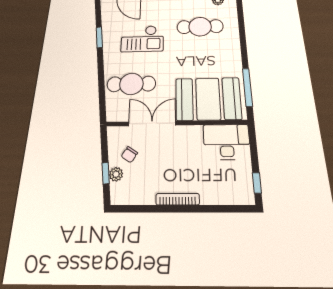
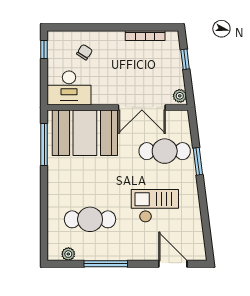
window: (99, 37) -> (198, 161), moved
chair: (129, 155) -> (85, 52), moved
plant: (116, 174) -> (180, 96), moved
bookcase: (178, 199) -> (145, 36), moved

